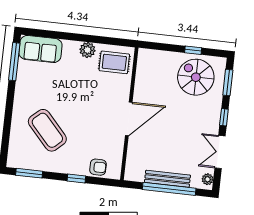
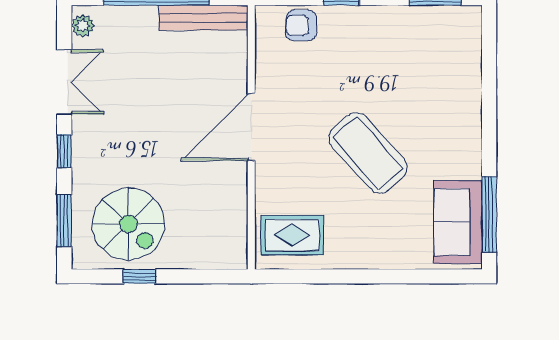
sofa: (40, 49) -> (458, 222), moved, turned -90
plant: (87, 50) -> (348, 254), removed
coffee table: (47, 130) -> (368, 153), moved
bench: (167, 179) -> (203, 18), moved

